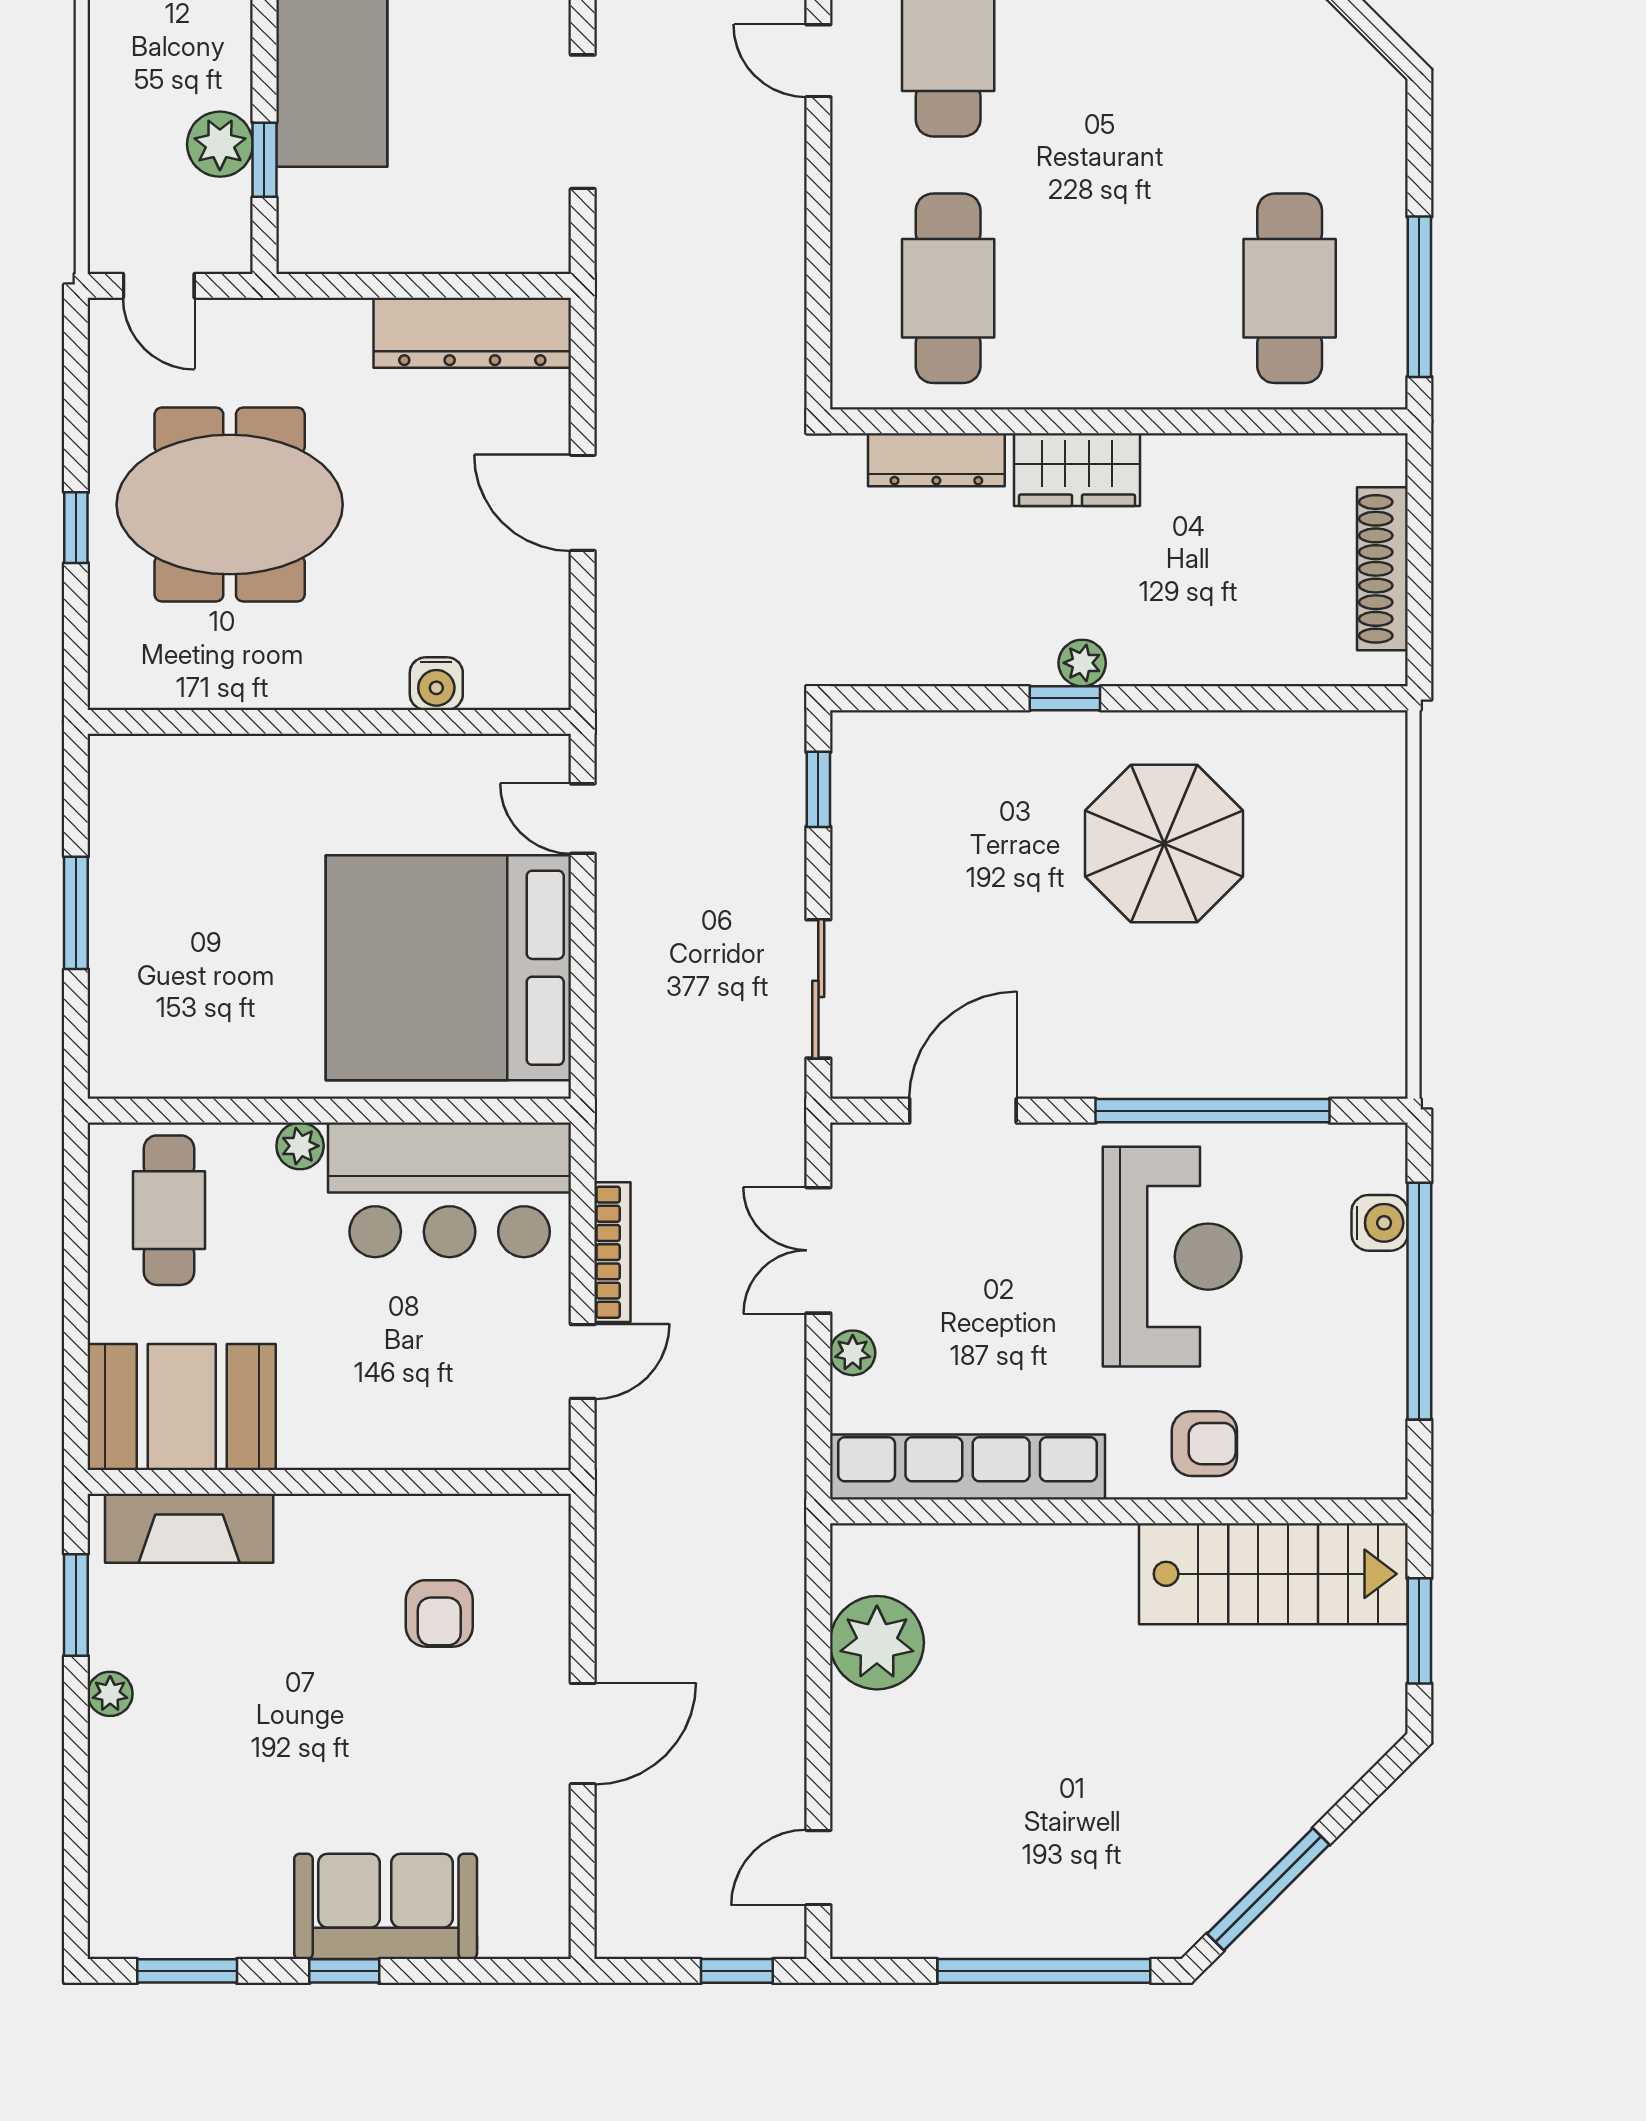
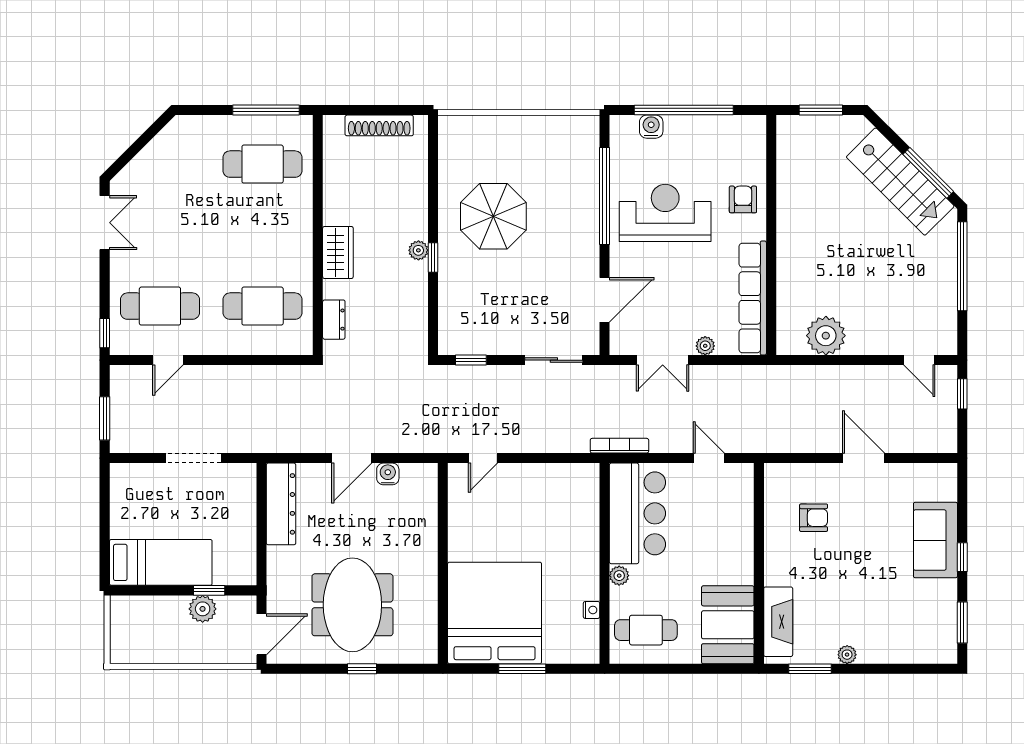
door: (159, 286) -> (261, 634), width x1.38
dresser: (936, 460) -> (334, 320), width x0.70
water cooler: (436, 684) -> (388, 474), moved, turned -90
bed: (448, 968) -> (495, 613), moved, turned 180
nightstand: (217, 1079) -> (592, 610), added
door: (963, 1111) -> (605, 300), swing flipped
bookcase: (612, 1252) -> (619, 446), moved
stairs: (1273, 1574) -> (900, 182), moved, turned 135

